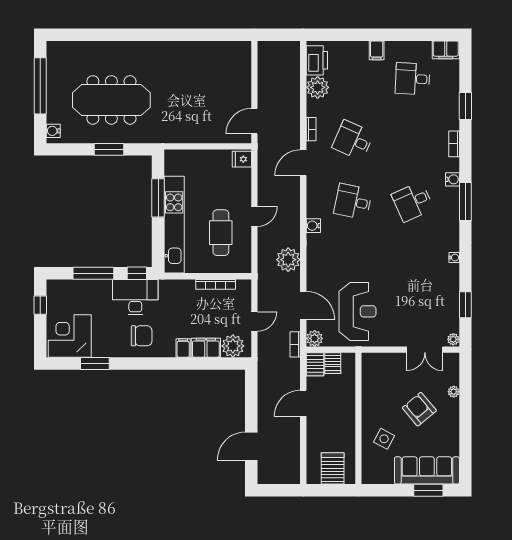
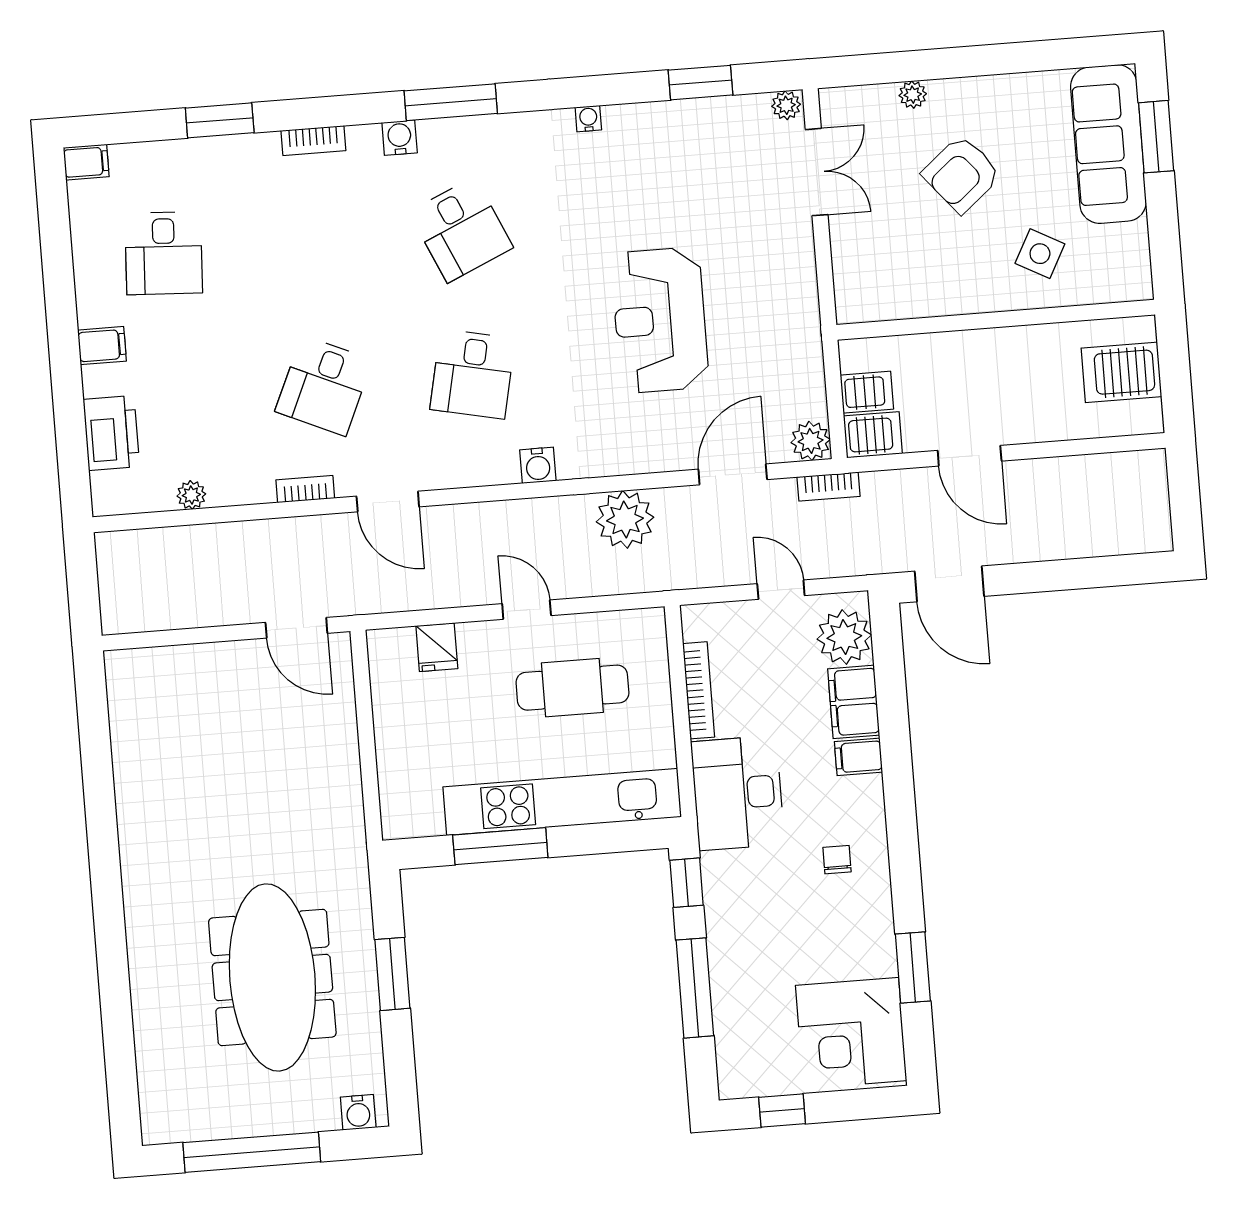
filing cabinet: (446, 50) -> (86, 162), width x0.50
printer: (317, 60) -> (111, 433), moved, turned 90
plant: (318, 87) -> (191, 495), width x0.53, depth x0.53
fridge: (242, 159) -> (437, 647), moved
desk: (135, 297) -> (738, 793), moved
reception desk: (357, 311) -> (660, 320), moved, turned -90
chair: (142, 336) -> (837, 860), width x0.54, depth x0.54
door: (251, 446) -> (949, 584), moved

